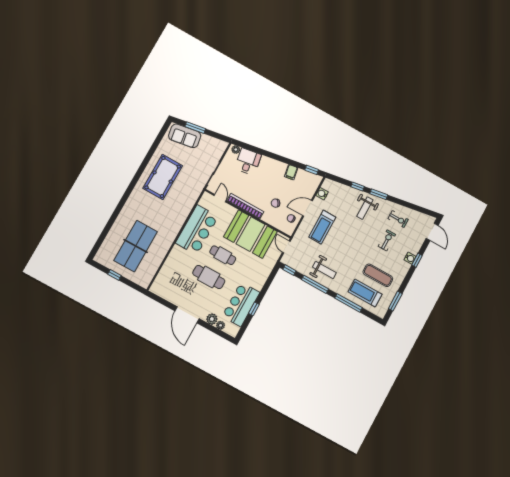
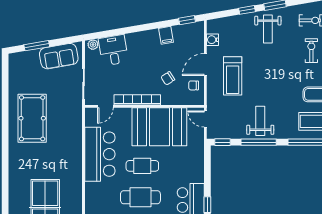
sofa: (185, 136) -> (59, 56), moved
door: (220, 198) -> (105, 106), swing flipped
weight bench: (324, 270) -> (260, 121), turned -90

